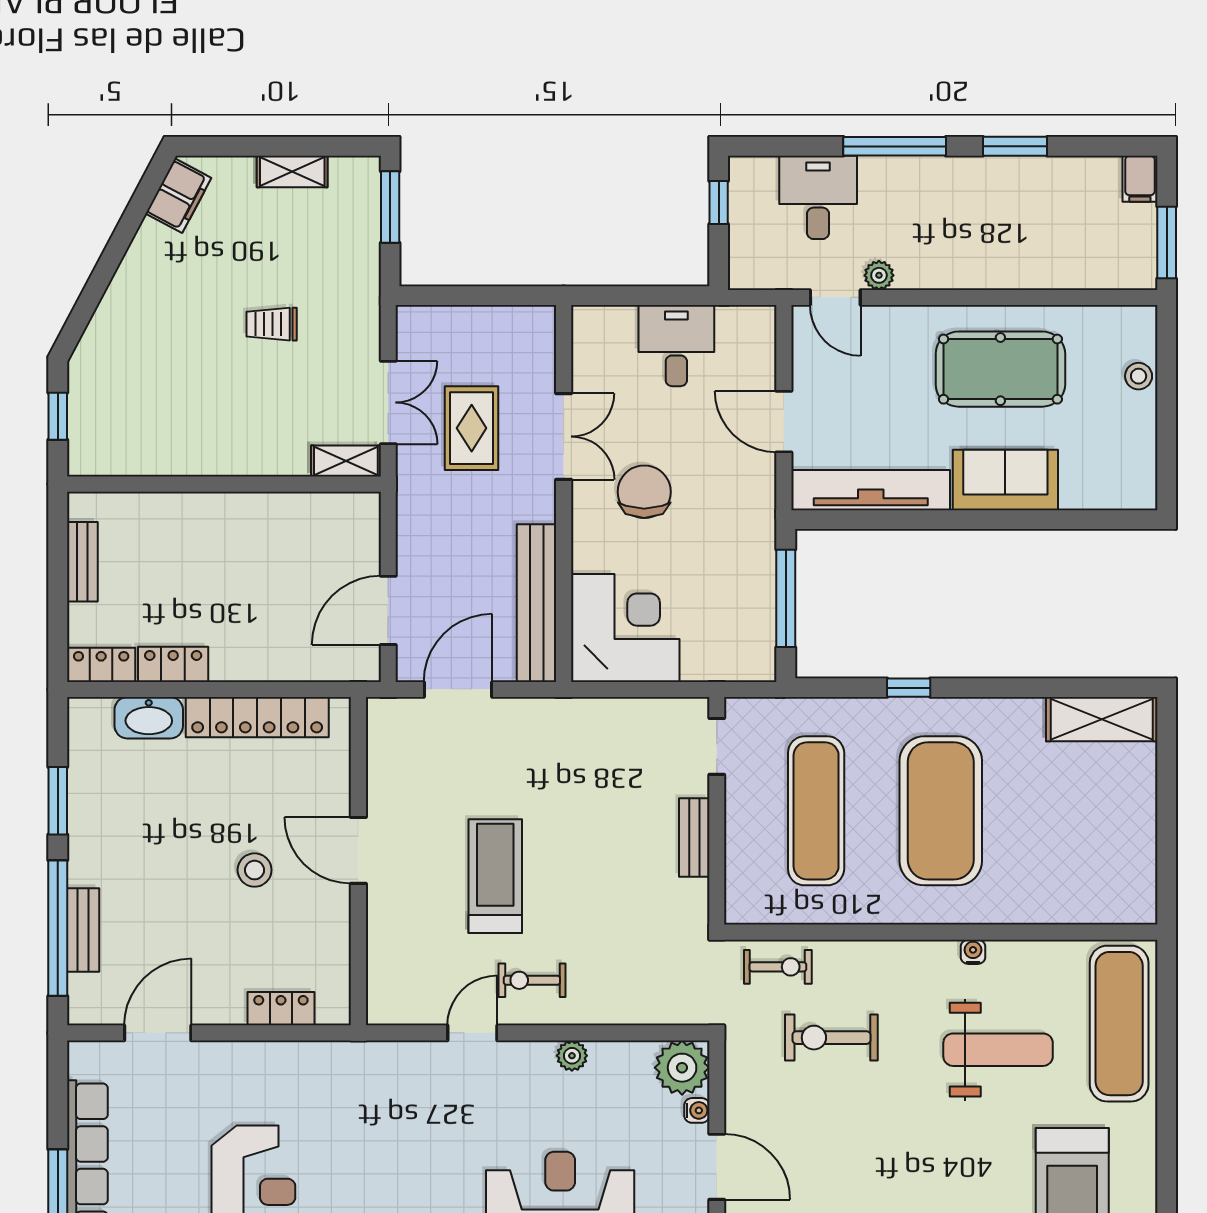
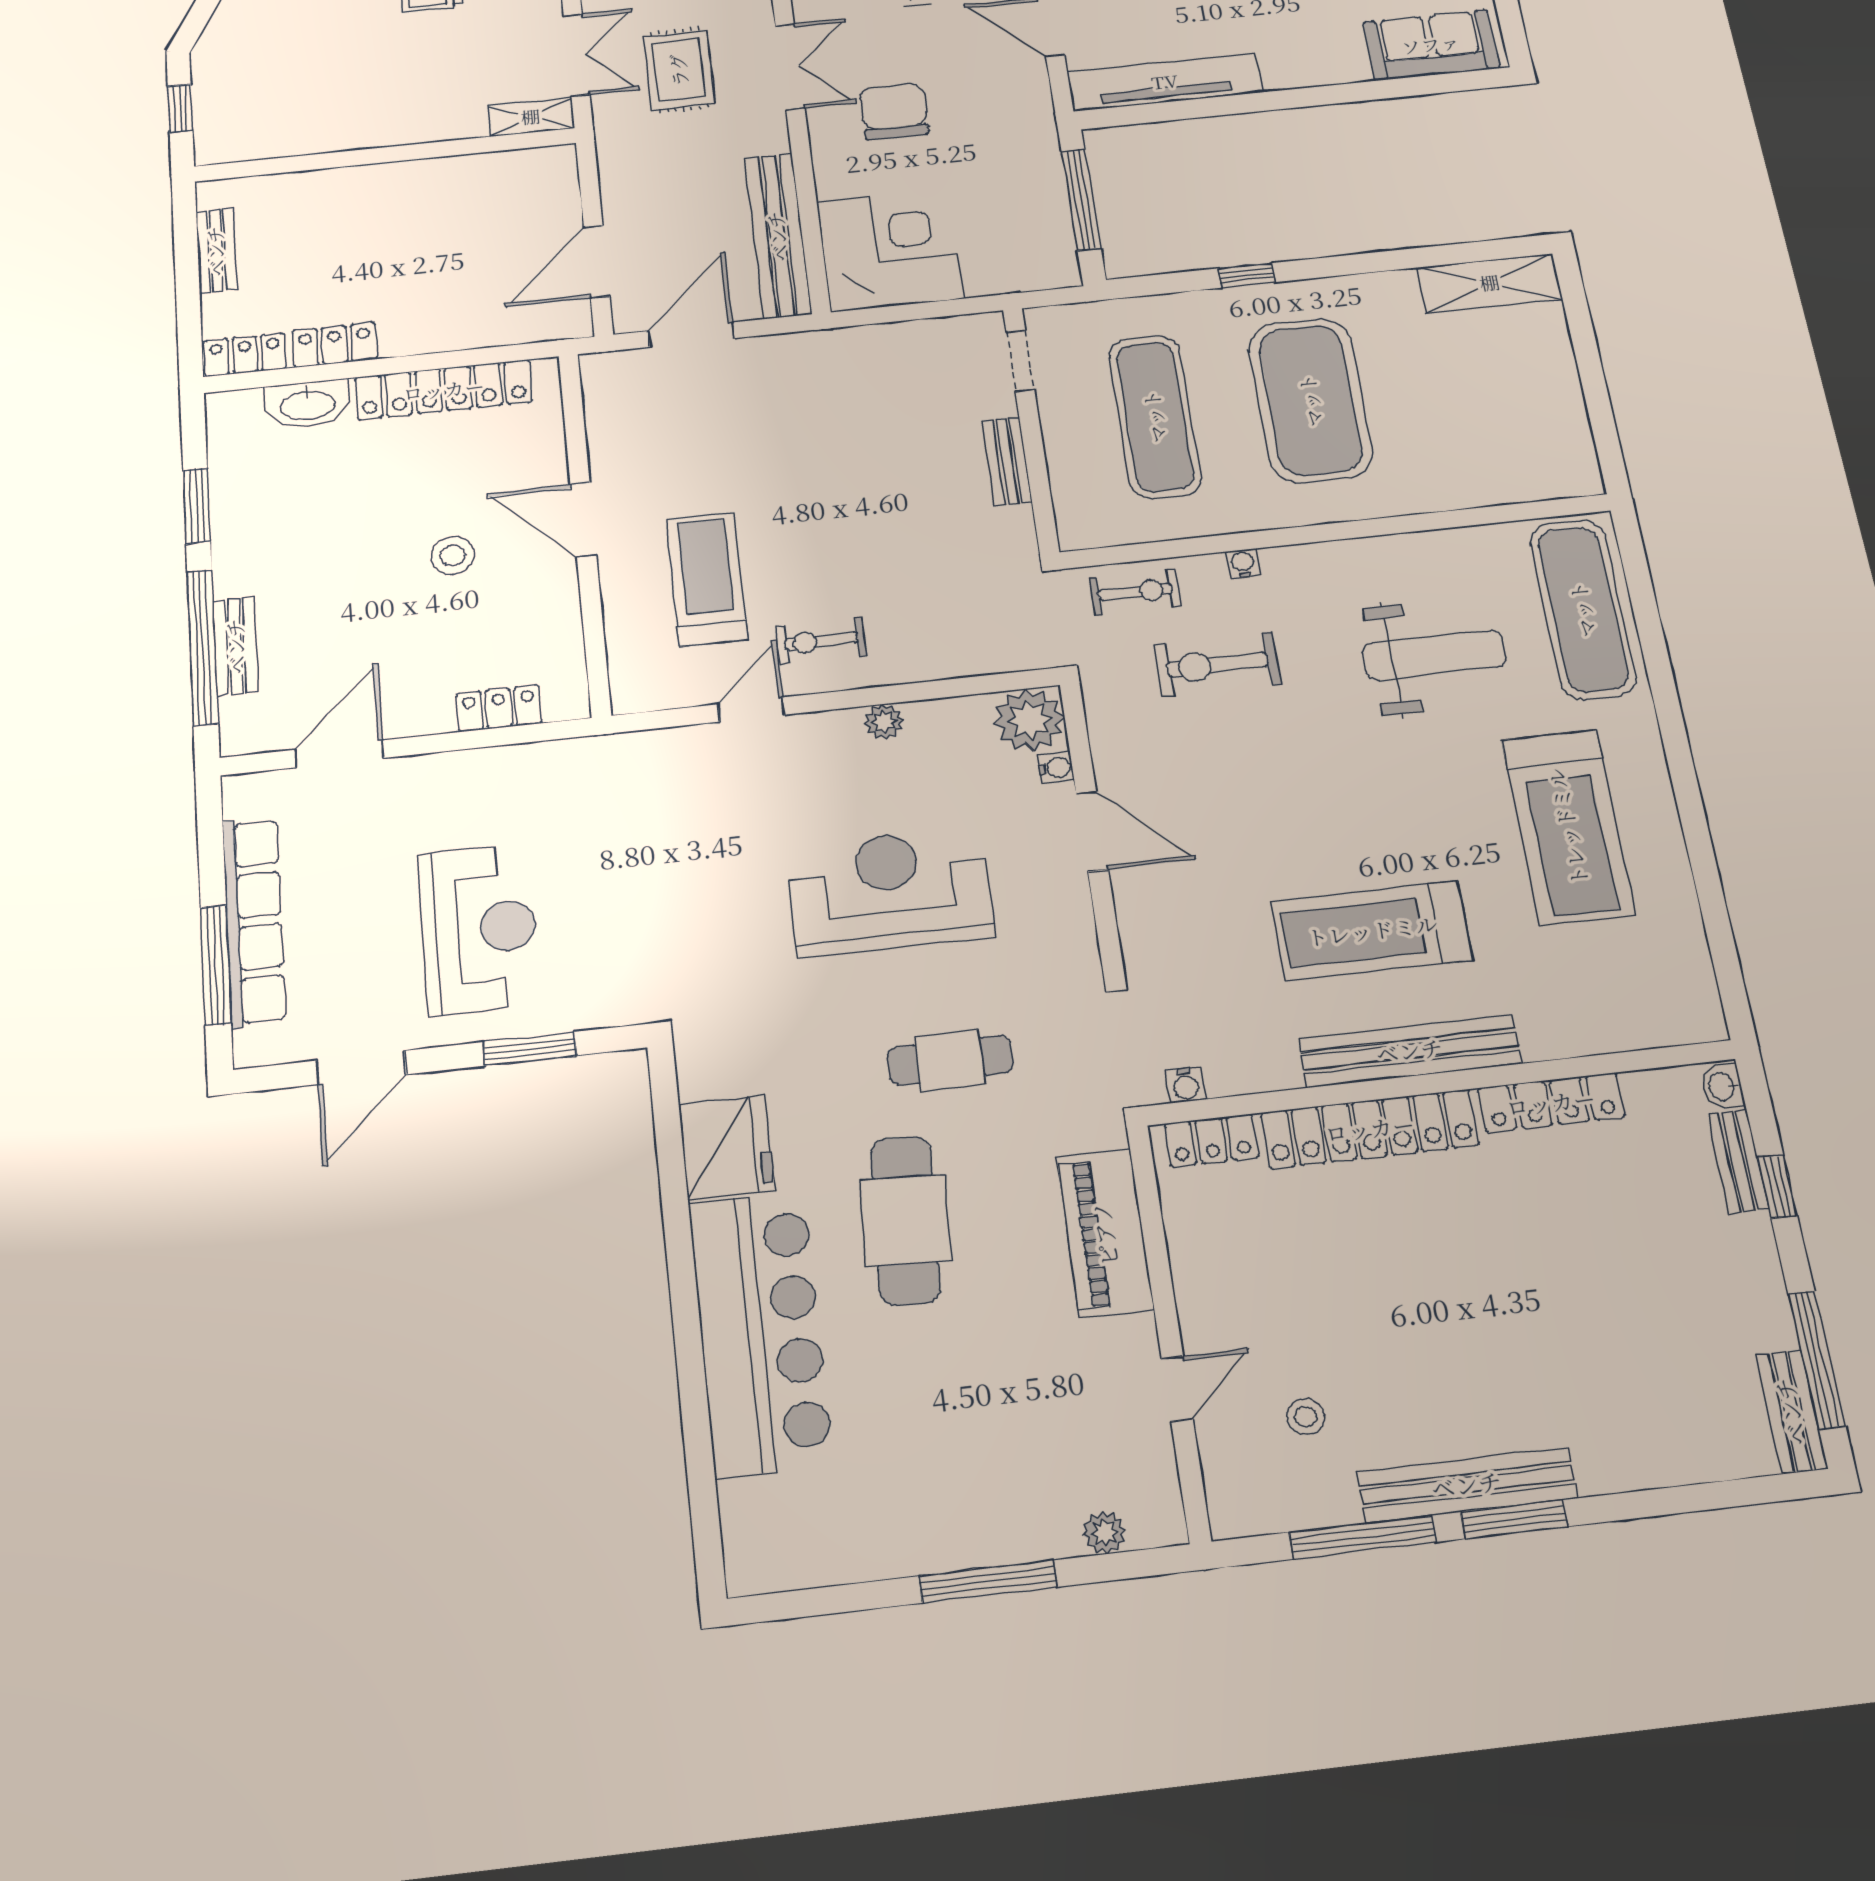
sofa: (1005, 480) -> (1431, 45), moved
treadmill: (495, 876) -> (707, 579), moved
water cooler: (973, 952) -> (1243, 564), moved

